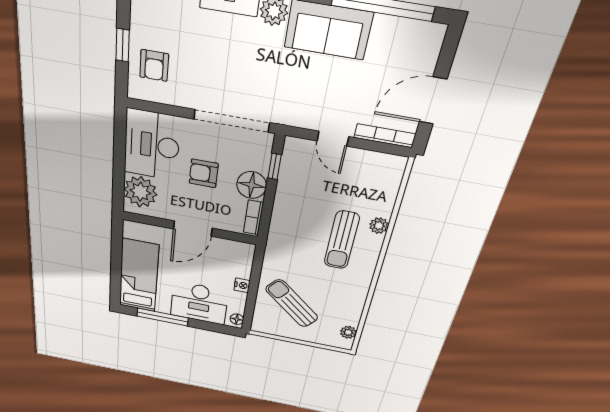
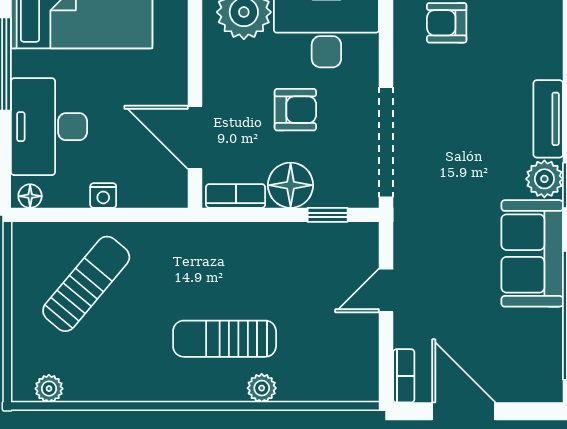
bookcase: (385, 136) -> (404, 376), width x0.64
armchair: (204, 173) -> (295, 110), turned 90
door: (193, 229) -> (195, 137), moved

